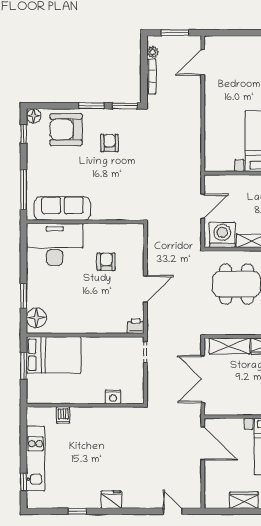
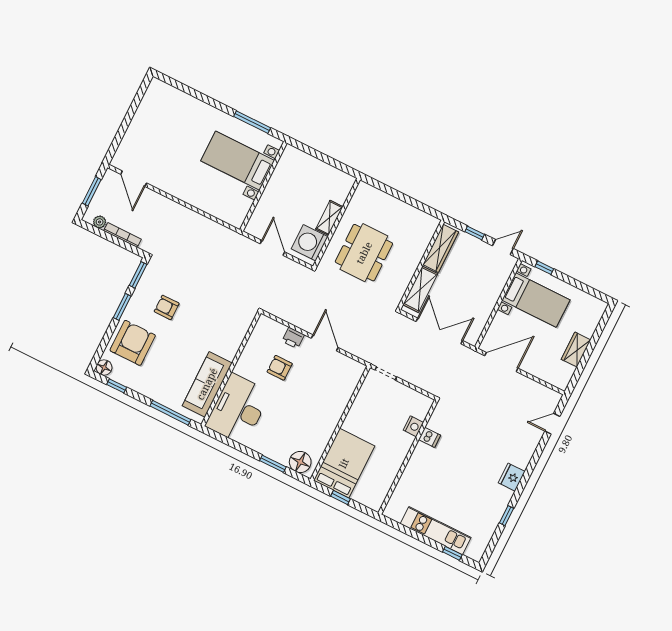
armchair: (66, 129) -> (133, 343), turned 180
printer: (136, 326) -> (293, 338), moved, turned -90
window: (24, 366) -> (340, 497), width x0.67
double door: (203, 379) -> (439, 331), swing flipped
dishwasher: (63, 415) -> (430, 437), moved

